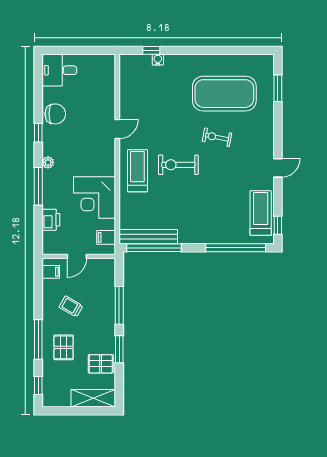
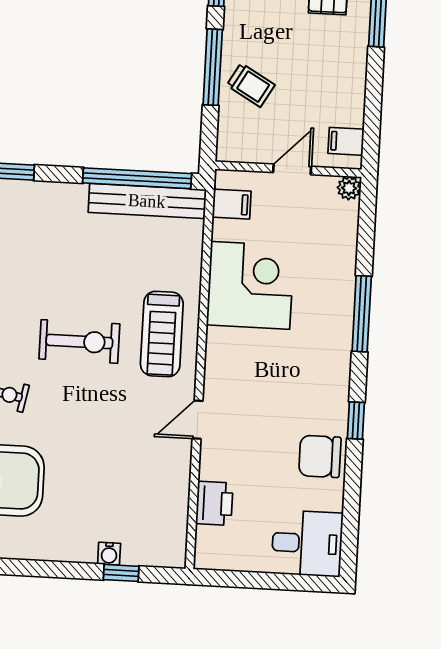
plant: (48, 162) -> (349, 188), moved
printer: (51, 220) -> (214, 503), moved, turned 180
trolley: (71, 306) -> (251, 85), moved

